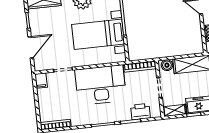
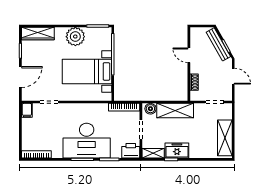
desk: (101, 85) -> (87, 141), moved, turned 180
printer: (141, 112) -> (131, 151), moved

